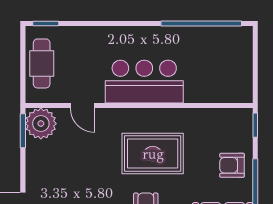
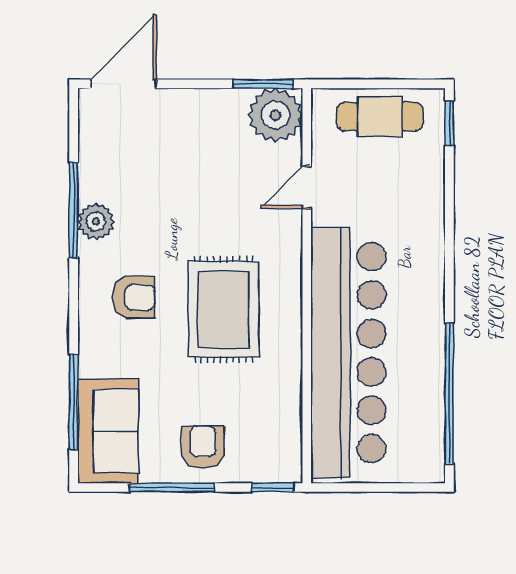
bar counter: (144, 82) -> (348, 353), width x1.86

